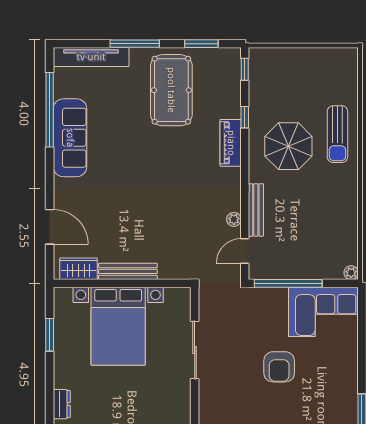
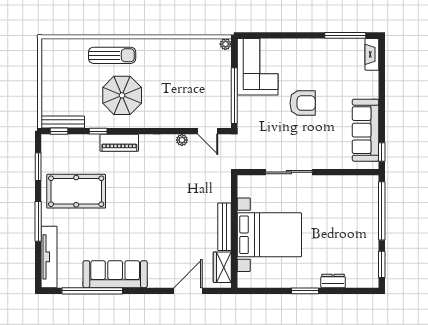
bench: (256, 210) -> (63, 122), moved
window: (50, 335) -> (305, 291), moved

